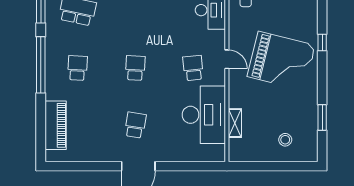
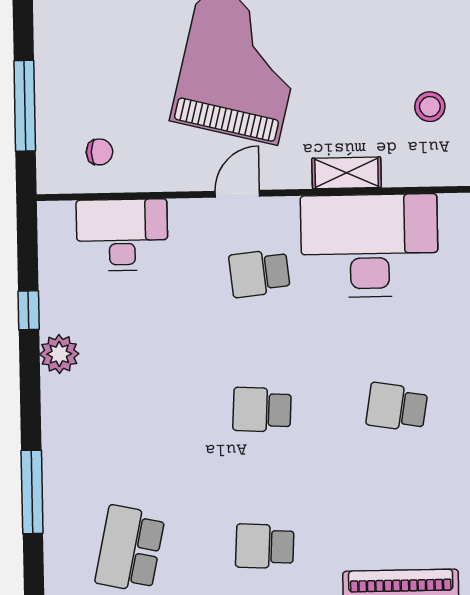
shelving: (235, 123) -> (347, 173), moved
stool: (285, 140) -> (430, 107), moved

